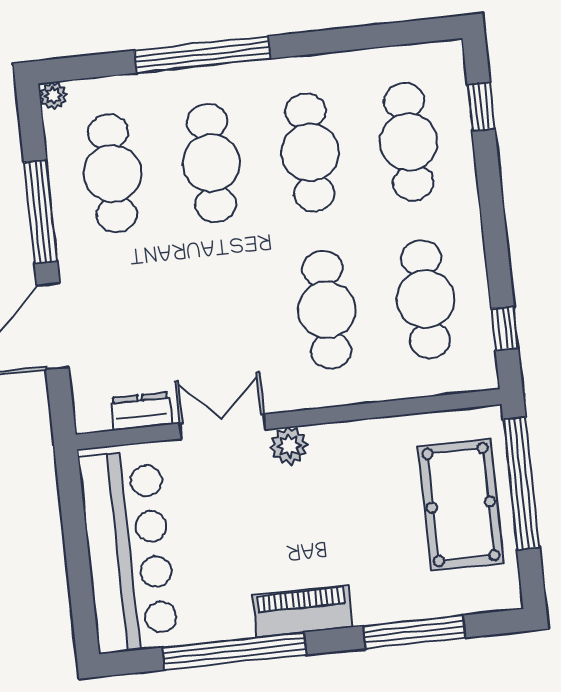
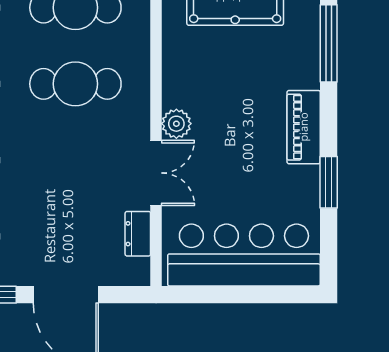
double door: (223, 426) -> (156, 173), swing flipped
window: (234, 651) -> (329, 182), width x0.47

